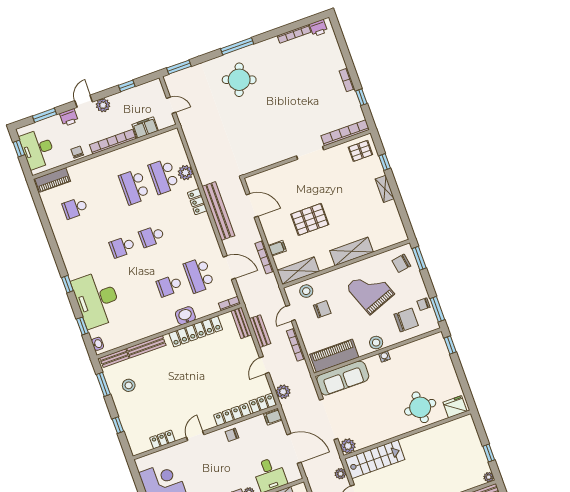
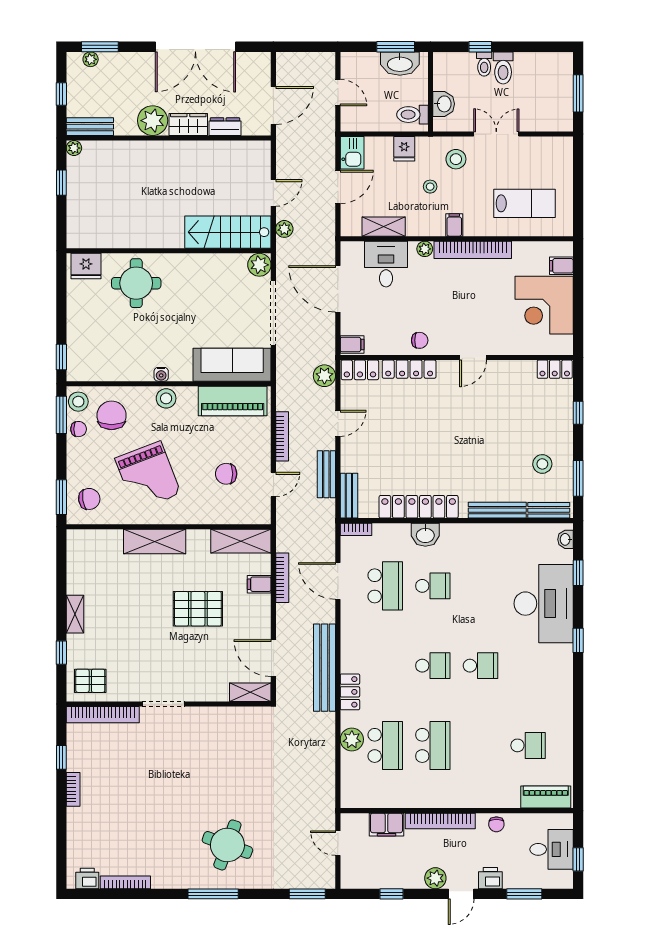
desk: (38, 149) -> (552, 849), width x0.73
shelving: (259, 179) -> (250, 692), added
stool: (306, 291) -> (78, 402), moved
chair: (406, 320) -> (112, 415), turned 90
locker: (162, 439) -> (555, 369), moved

